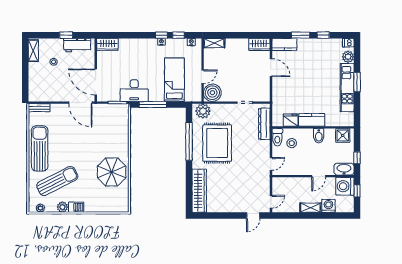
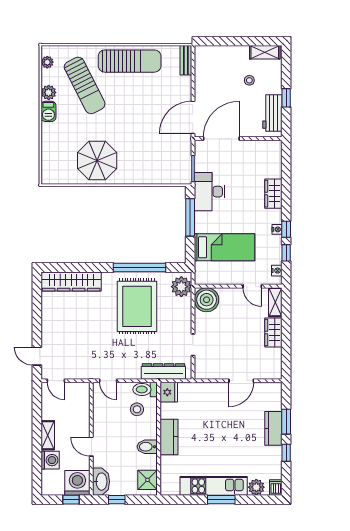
wardrobe: (107, 44) -> (273, 194), moved
wardrobe: (259, 44) -> (273, 333), moved
kitchen counter: (284, 44) -> (273, 428), moved
door: (203, 77) -> (252, 286), moved
fridge: (291, 120) -> (169, 392), moved
rug: (217, 143) -> (137, 306), turned 90

